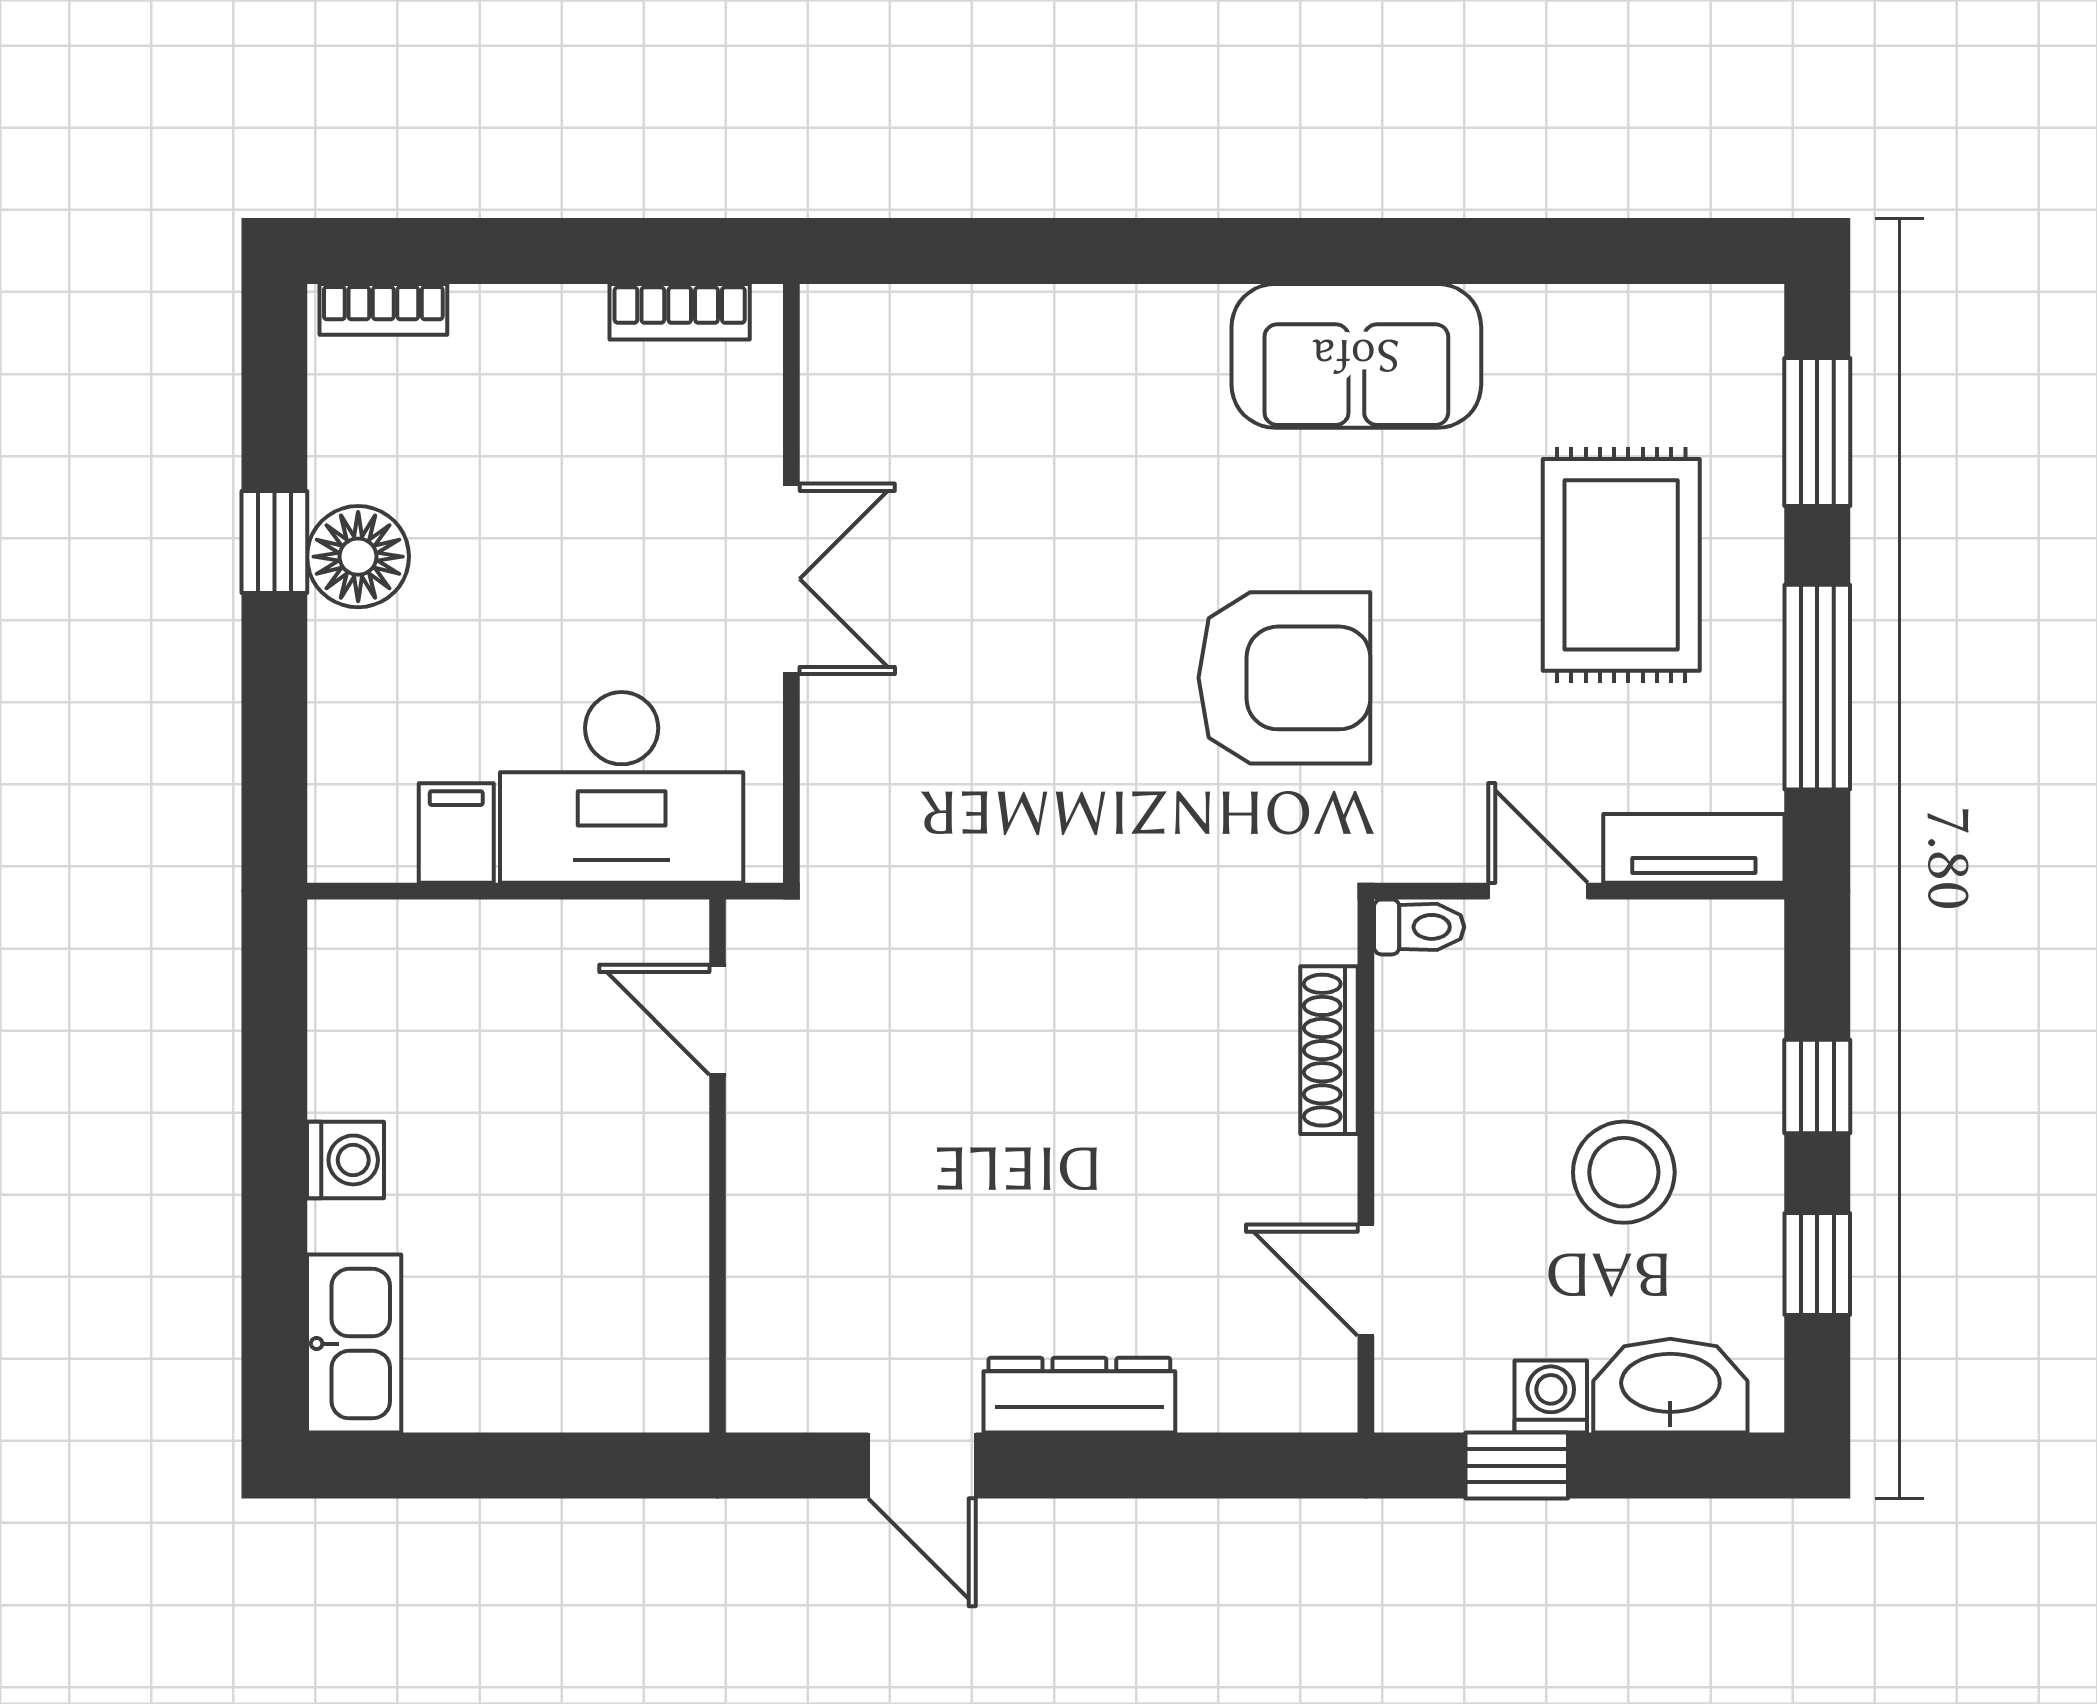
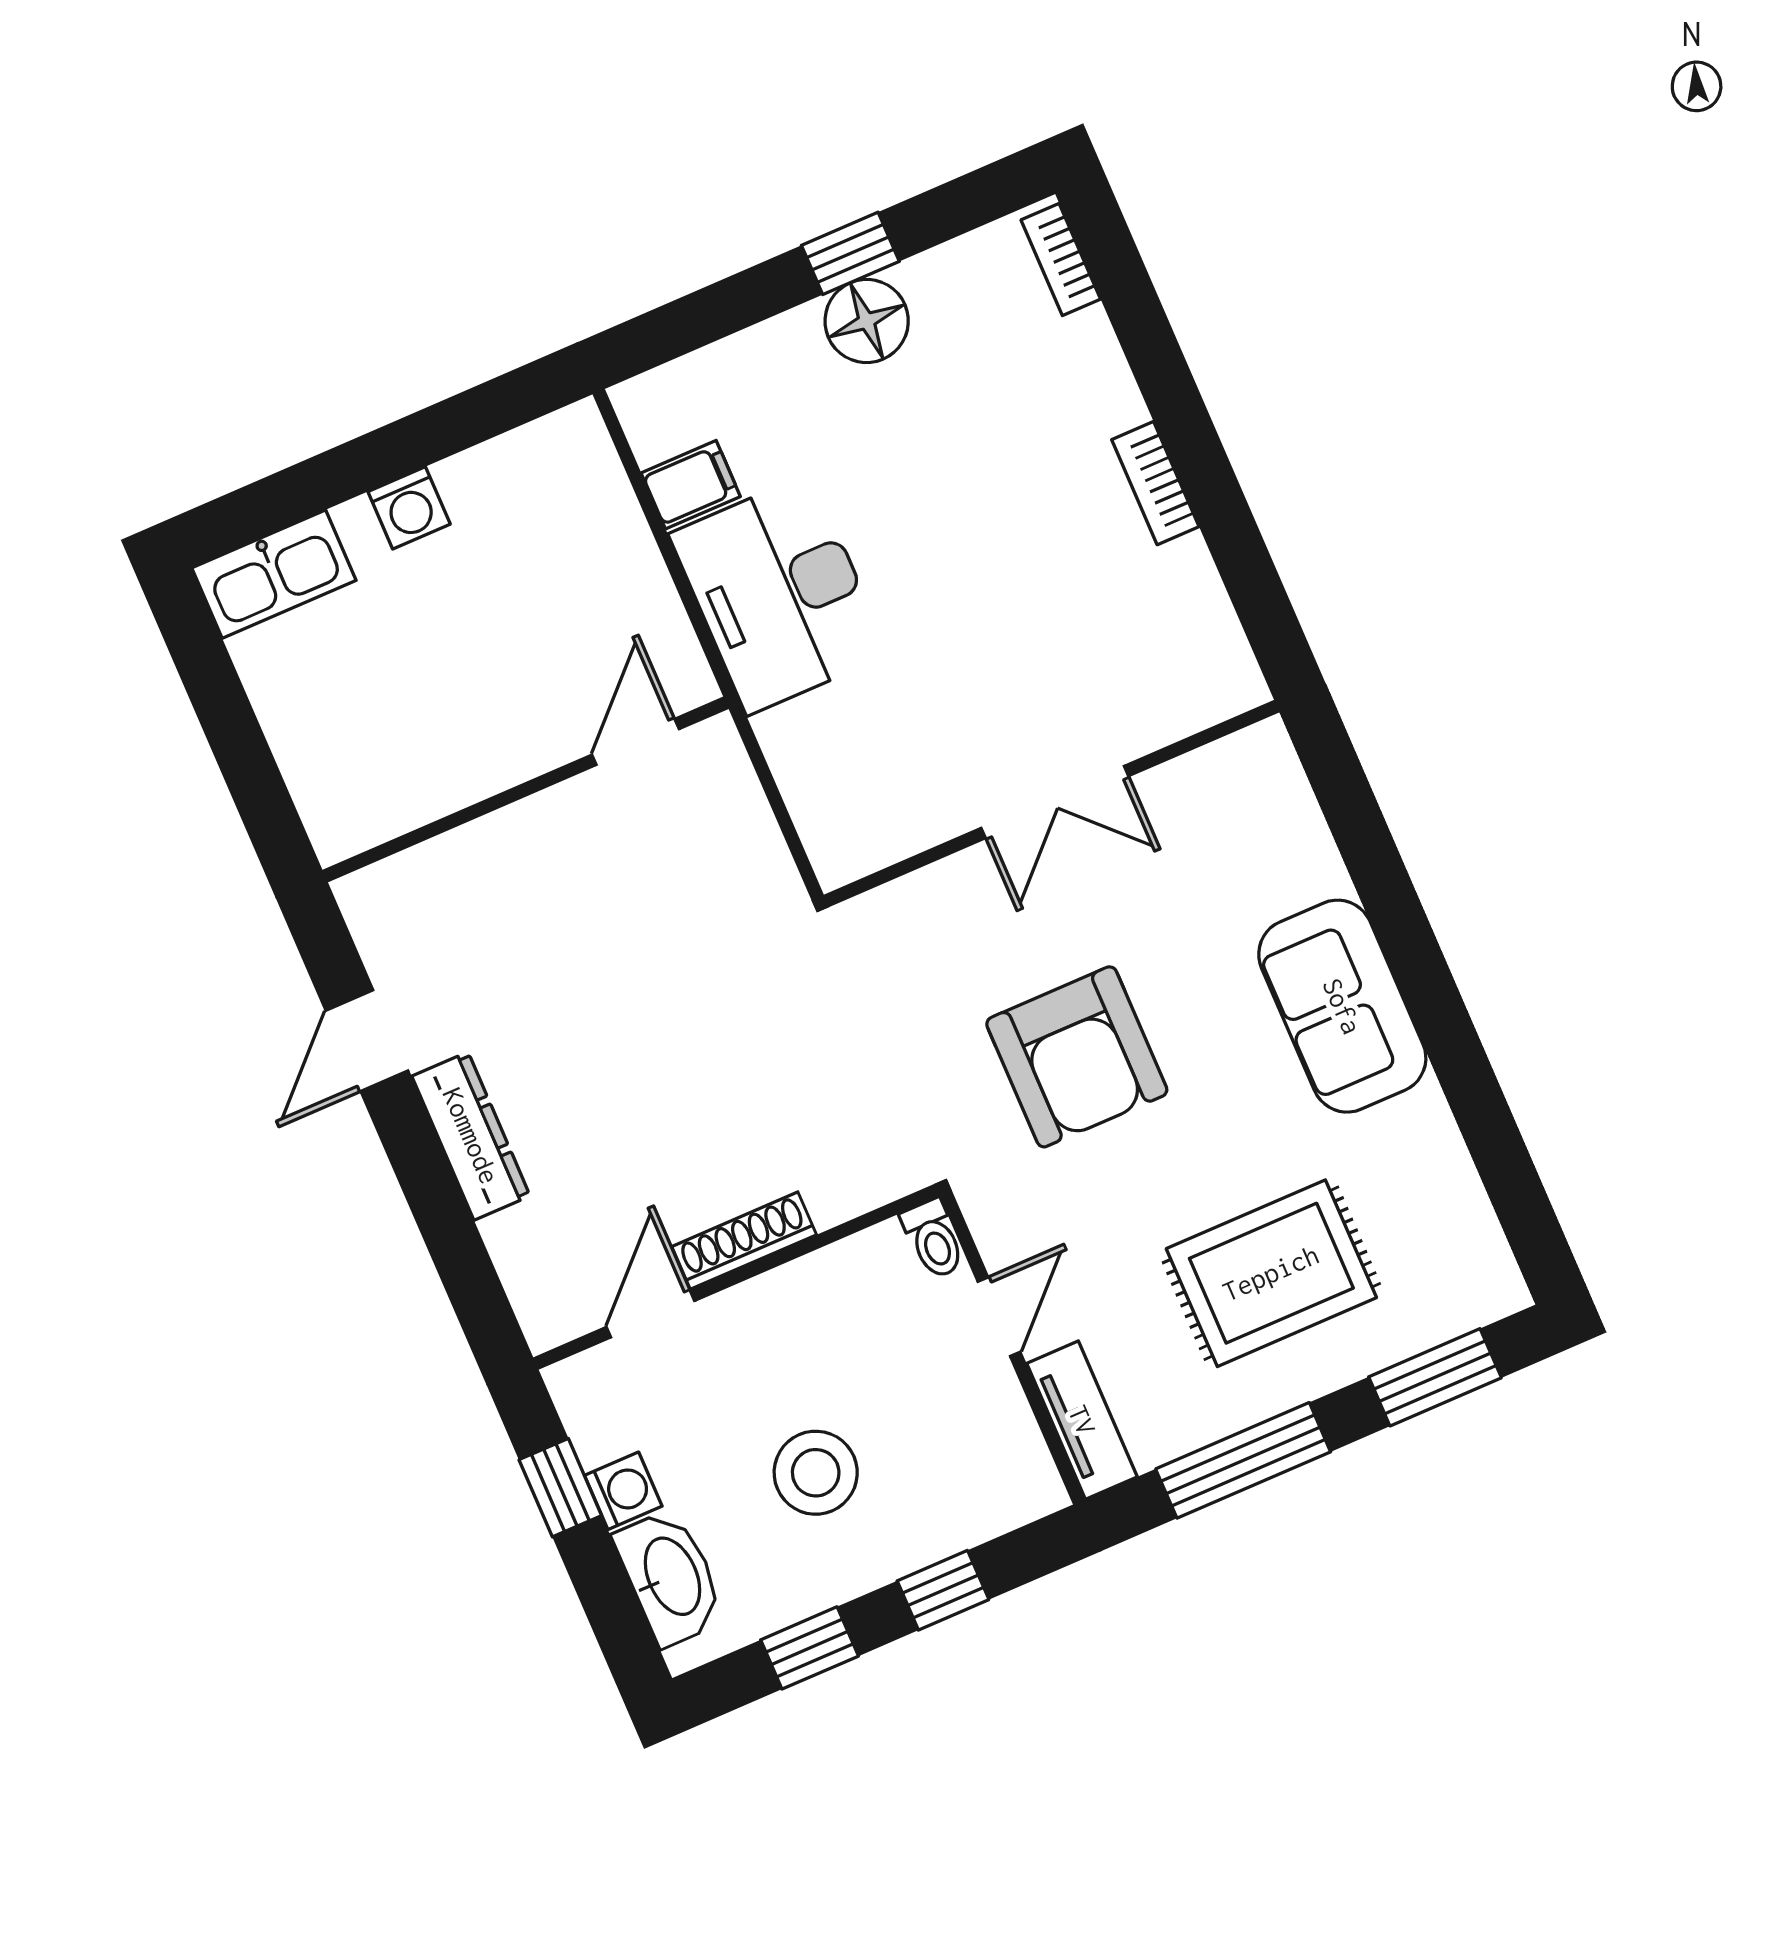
double door: (791, 579) -> (1055, 802), moved
wall: (791, 583) -> (1052, 803), moved
shoe rack: (1329, 1050) -> (744, 1241), moved

